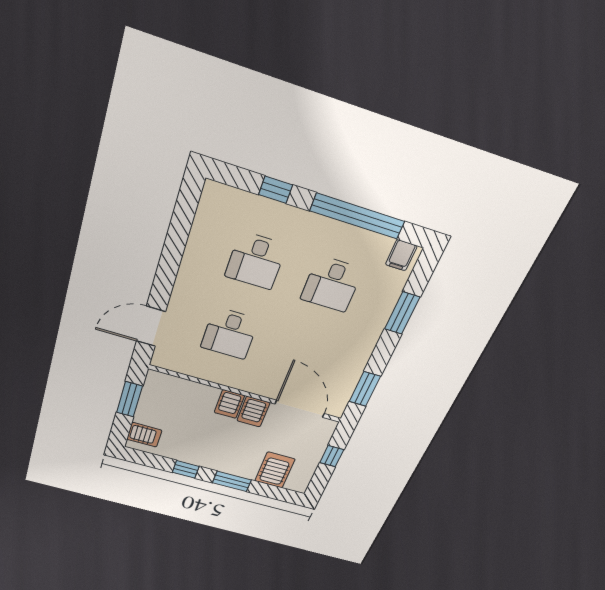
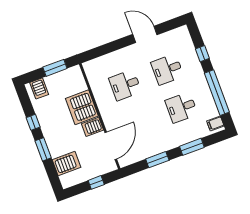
door: (151, 326) -> (145, 34), moved
window: (365, 389) -> (157, 160), moved
server rack: (229, 404) -> (82, 107), width x2.18, depth x1.44

